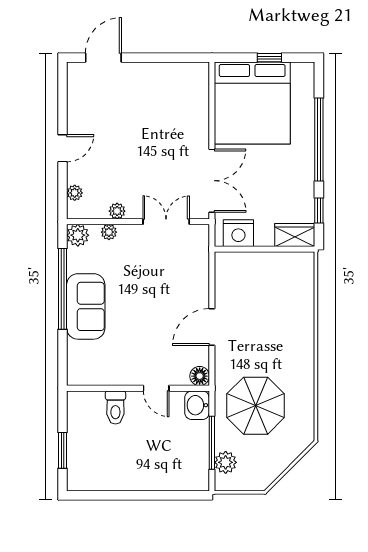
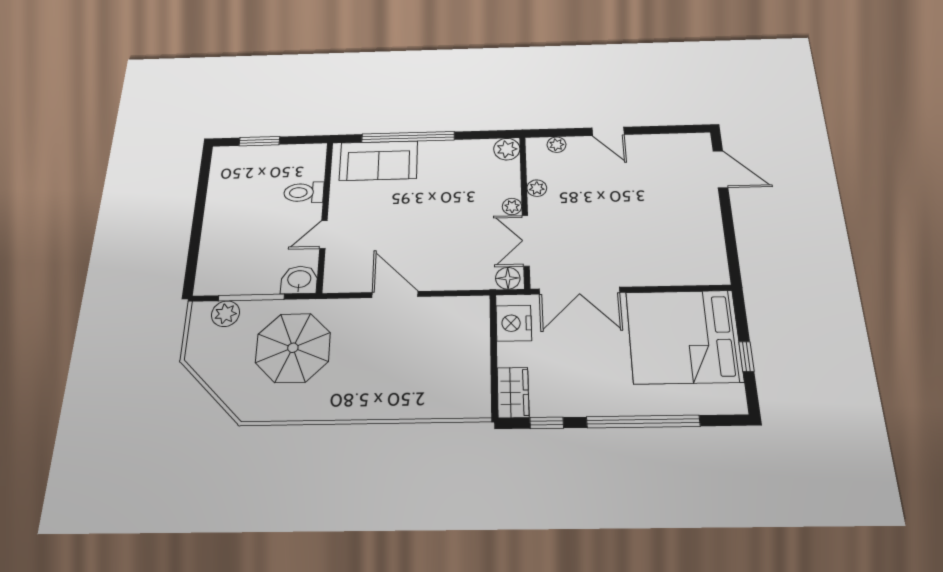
double door: (166, 222) -> (526, 241), swing flipped
plant: (109, 232) -> (512, 207), moved
window: (63, 289) -> (408, 137), moved
sofa: (86, 306) -> (379, 161), moved
floor lamp: (200, 376) -> (508, 278), moved

